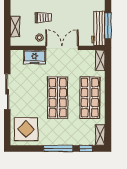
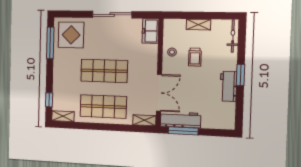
shelving: (15, 27) -> (198, 25), moved
double door: (62, 48) -> (159, 93), moved
freezer: (35, 57) -> (150, 31), moved
window: (58, 149) -> (50, 43), moved

